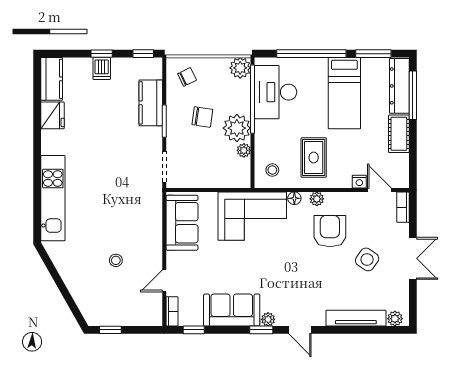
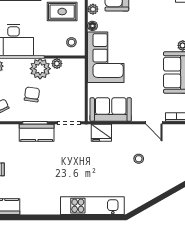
kitchen counter: (151, 103) -> (37, 133), moved
fridge: (52, 115) -> (101, 133), moved, turned 180

